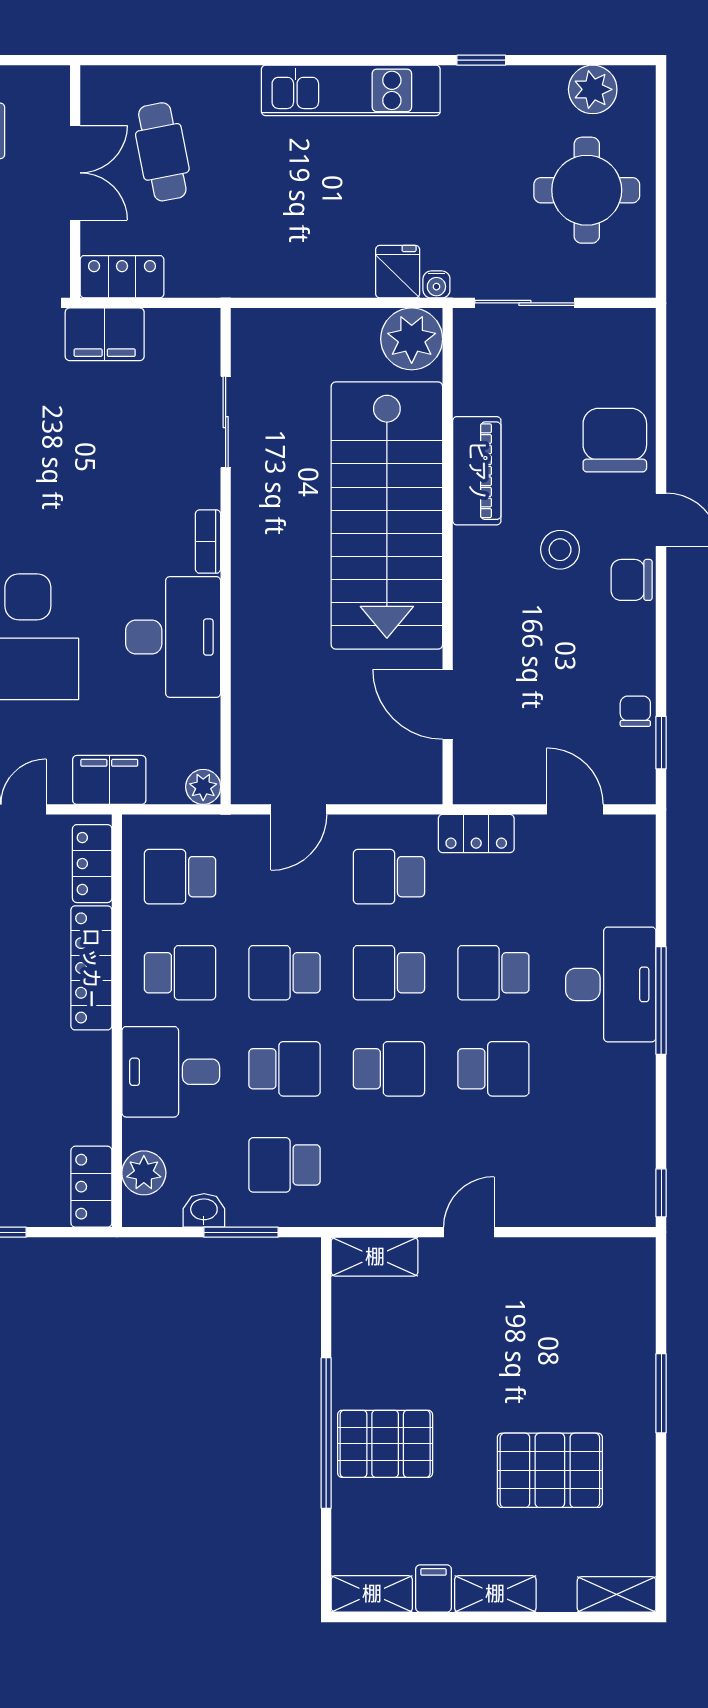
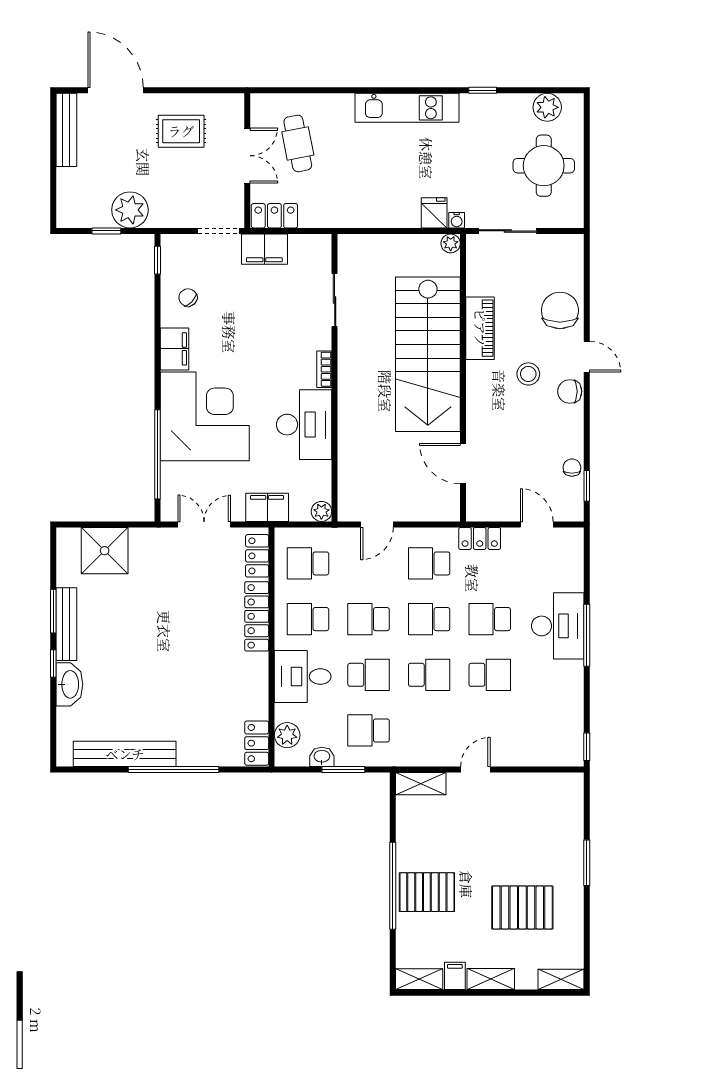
plant: (412, 339) -> (451, 243), width x0.53, depth x0.53
school desk: (180, 973) -> (308, 619), turned 180

